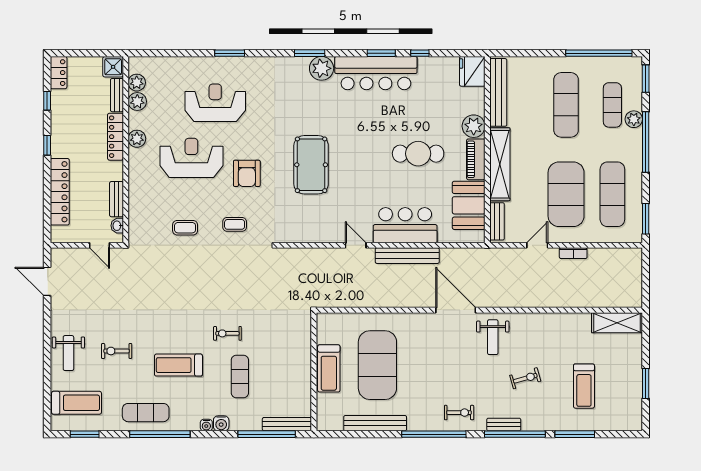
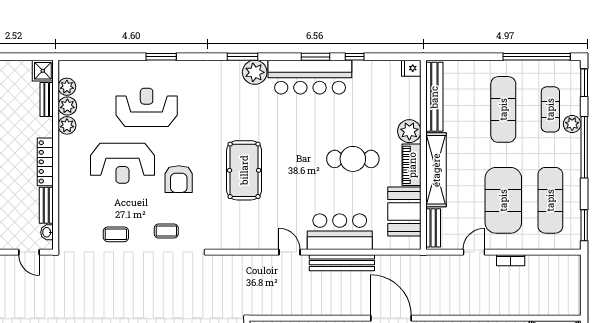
fridge: (472, 71) -> (411, 68), width x0.53, depth x0.75
locker: (115, 137) -> (45, 162), moved
plant: (137, 139) -> (67, 125), moved
reception desk: (191, 158) -> (122, 163), turned 180

